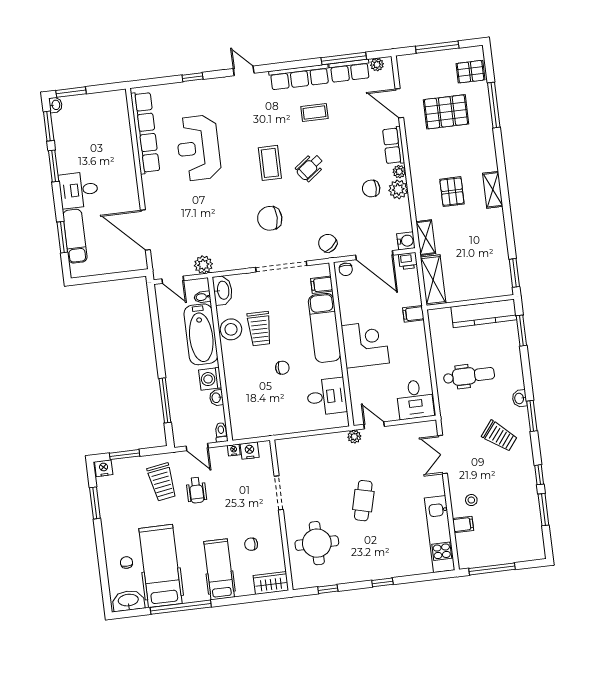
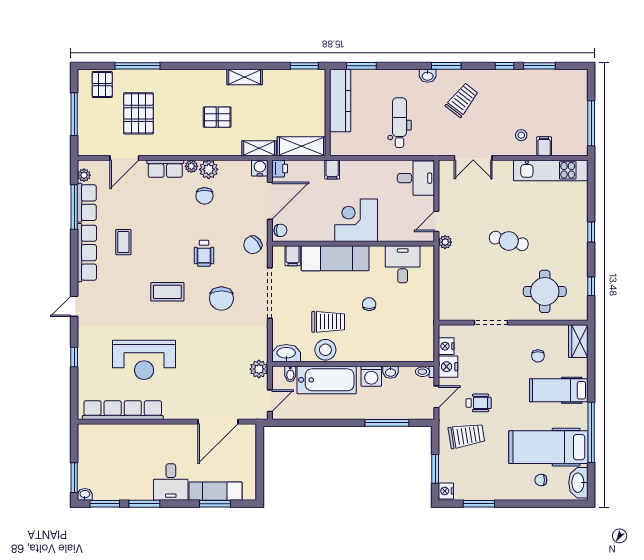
wheelchair: (310, 167) -> (204, 253), moved, turned 37
shelving: (493, 190) -> (245, 77), moved
nightstand: (234, 450) -> (448, 367), width x1.89, depth x1.79

